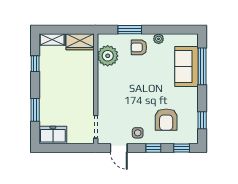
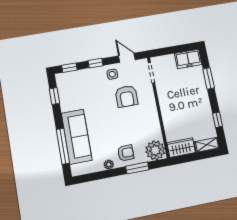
plant: (108, 56) -> (155, 150), moved
sofa: (186, 66) -> (77, 137), width x1.36
armchair: (166, 120) -> (127, 96), moved, turned 180

